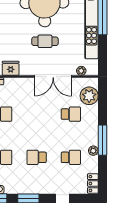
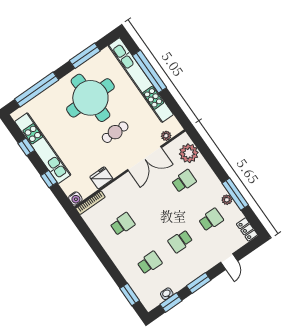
window: (102, 140) -> (235, 194), moved

